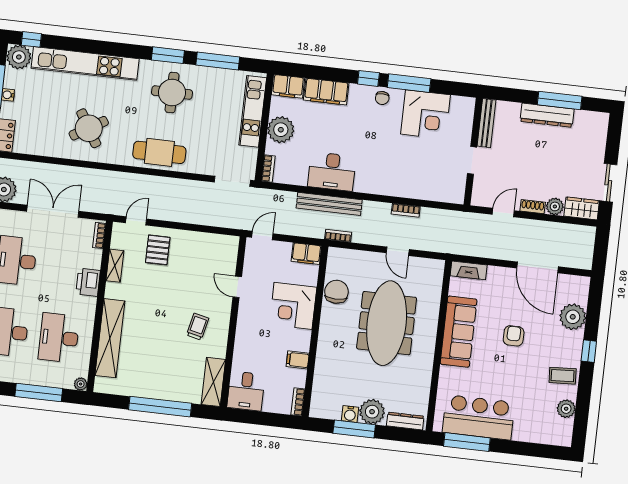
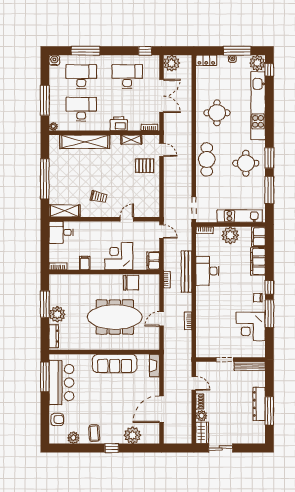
round table: (89, 128) -> (217, 113), turned 31
armchair: (514, 336) -> (57, 419), moved
water cooler: (350, 414) -> (54, 300), removed

